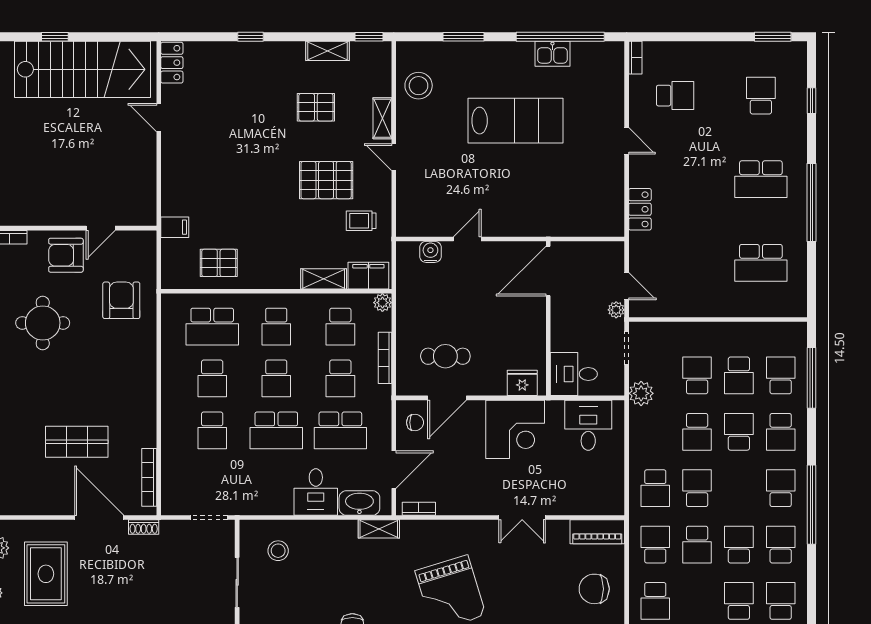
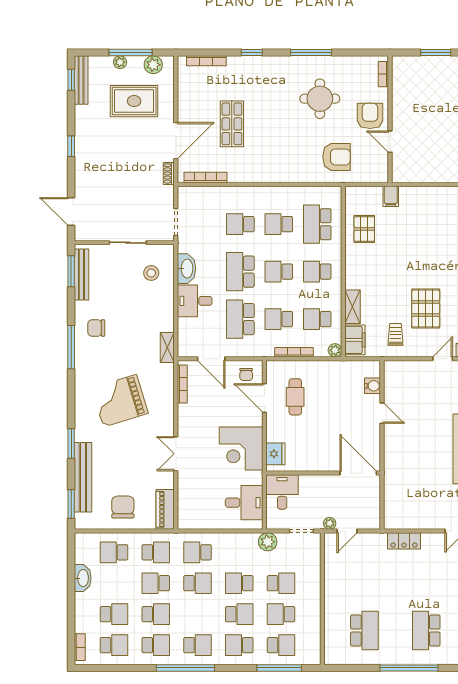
school desk: (761, 263) -> (364, 630), turned 180
washbasin: (359, 503) -> (187, 269), moved
bookcase: (419, 509) -> (182, 384), width x1.56

